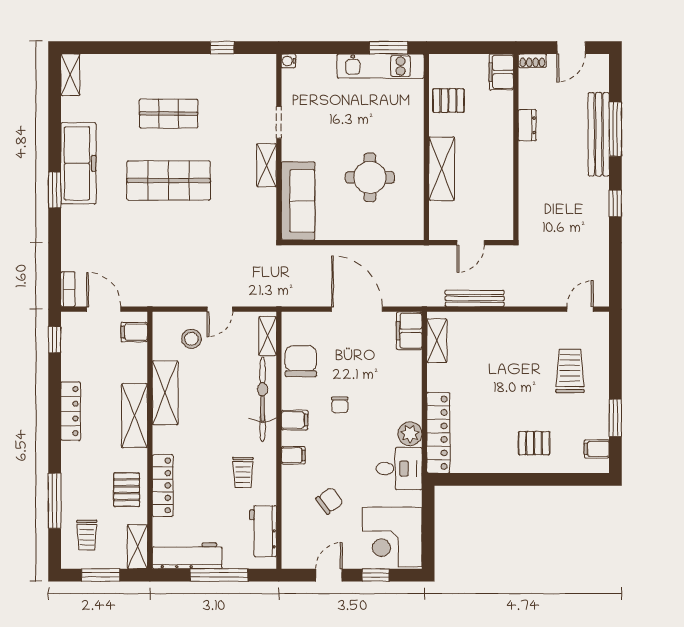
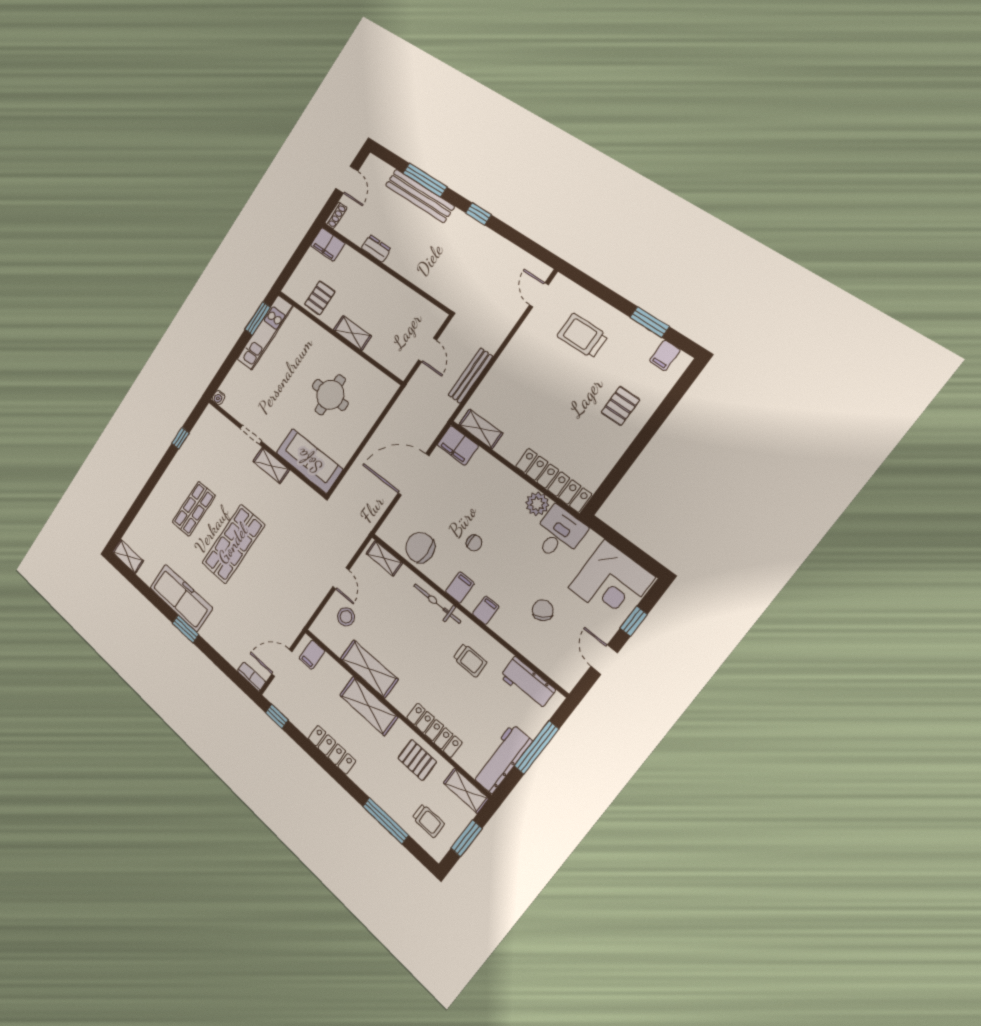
shelving: (442, 169) -> (352, 333), width x0.67, depth x0.75
bicycle: (263, 399) -> (437, 603), width x0.73, depth x0.71

